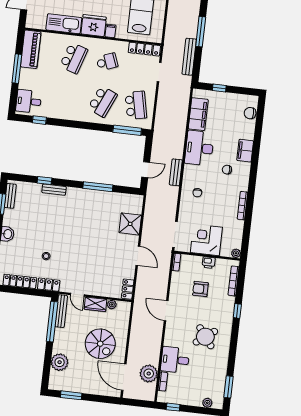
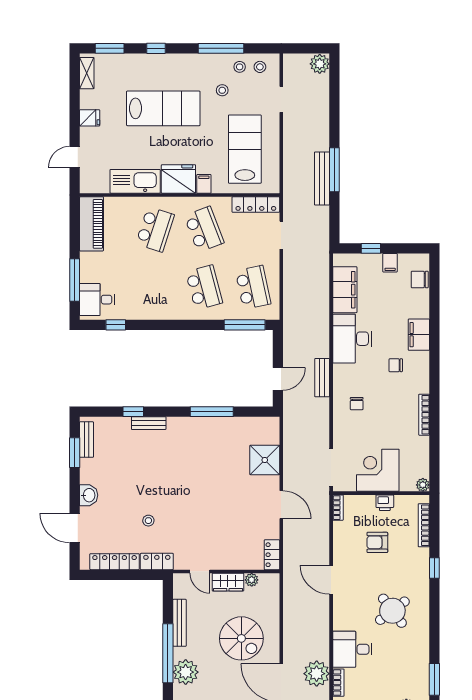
bench: (189, 57) -> (322, 178), moved
school desk: (107, 62) -> (204, 229), width x1.85
window: (17, 69) -> (75, 280), moved
filing cabinet: (231, 99) -> (390, 263), added
school desk: (102, 101) -> (204, 287), turned -39
bench: (61, 311) -> (180, 623), moved
window: (52, 322) -> (168, 653), moved

